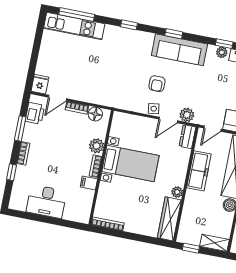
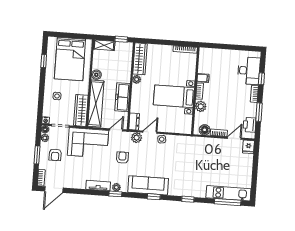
armchair: (157, 84) -> (122, 158), moved
desk: (46, 201) -> (249, 71), moved, turned 90

